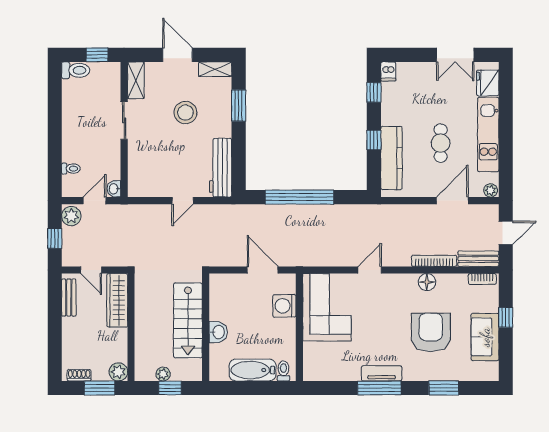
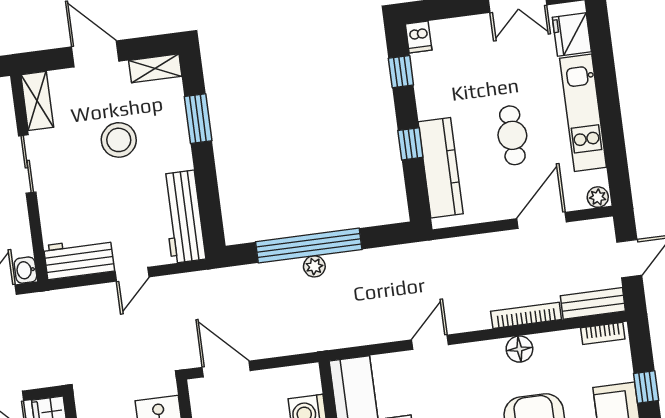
workbench: (150, 186) -> (79, 258), added
plant: (301, 211) -> (314, 266), added
door: (263, 270) -> (226, 369), moved

